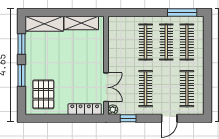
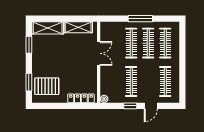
window: (182, 12) -> (140, 19), moved
window: (22, 76) -> (29, 82), moved
double door: (106, 87) -> (99, 53), moved
pallet: (43, 94) -> (47, 86), turned 90
window: (128, 118) -> (130, 106), moved

